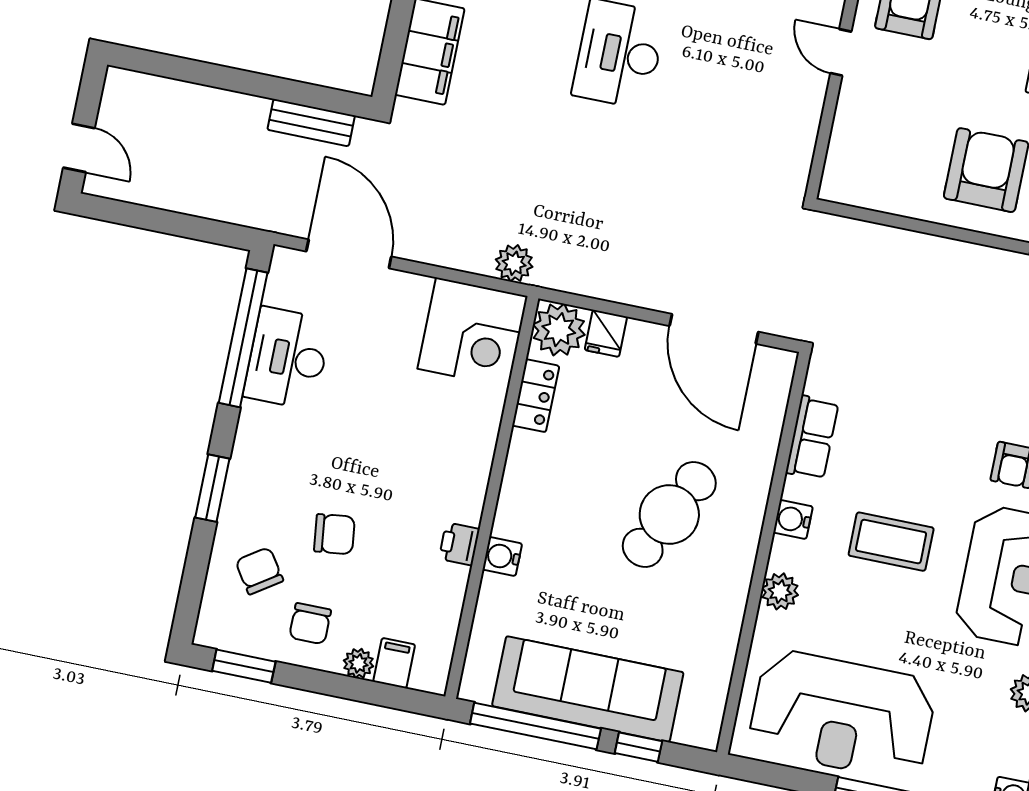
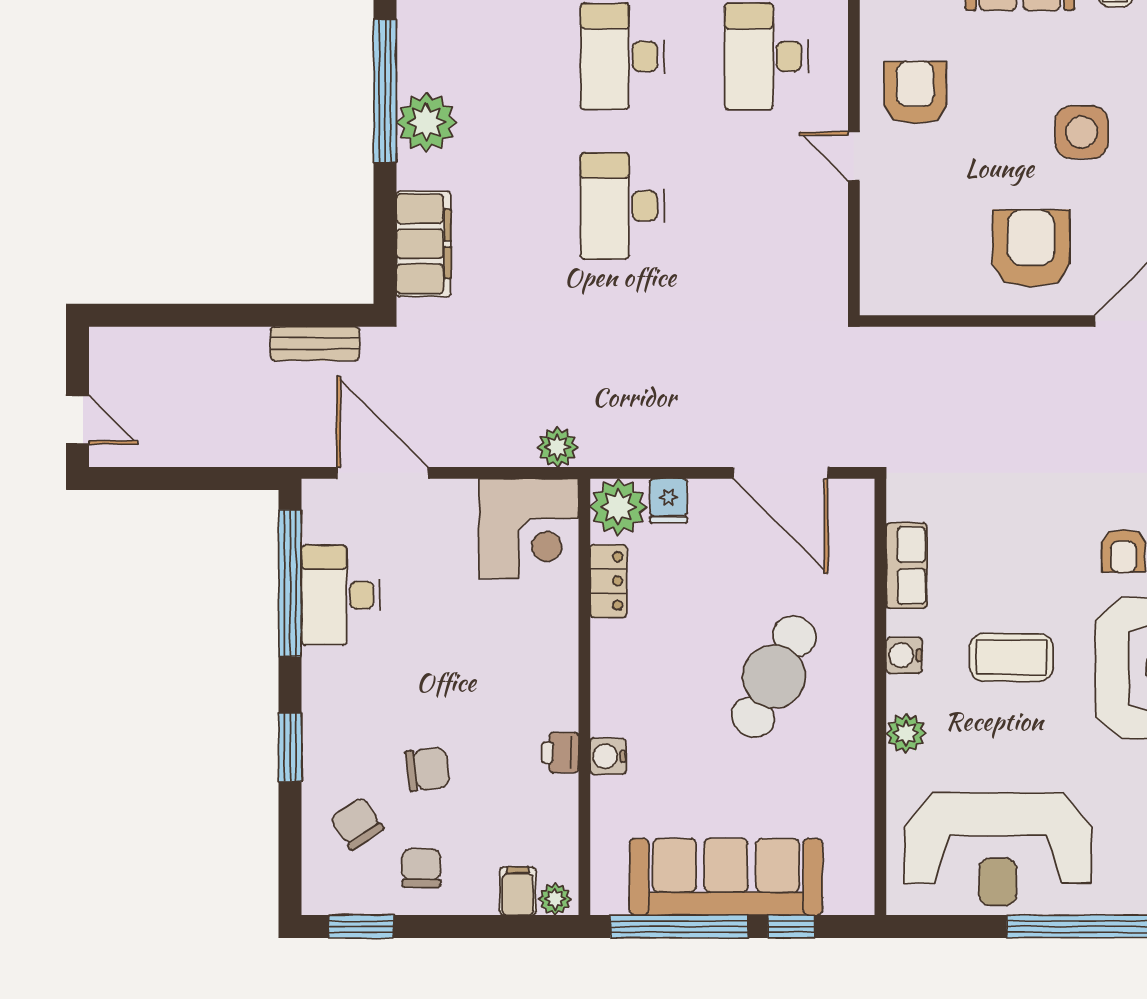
chair: (310, 624) -> (421, 868), turned 180
plant: (359, 663) -> (555, 899), moved

